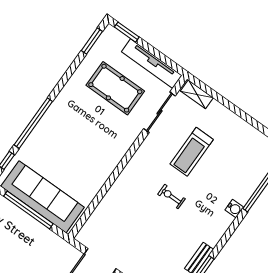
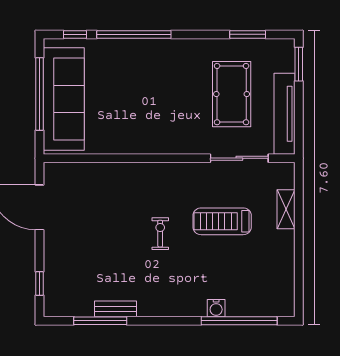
window: (92, 41) -> (248, 34), moved
shelving: (197, 94) -> (286, 209), moved
water cooler: (234, 208) -> (216, 308), moved

